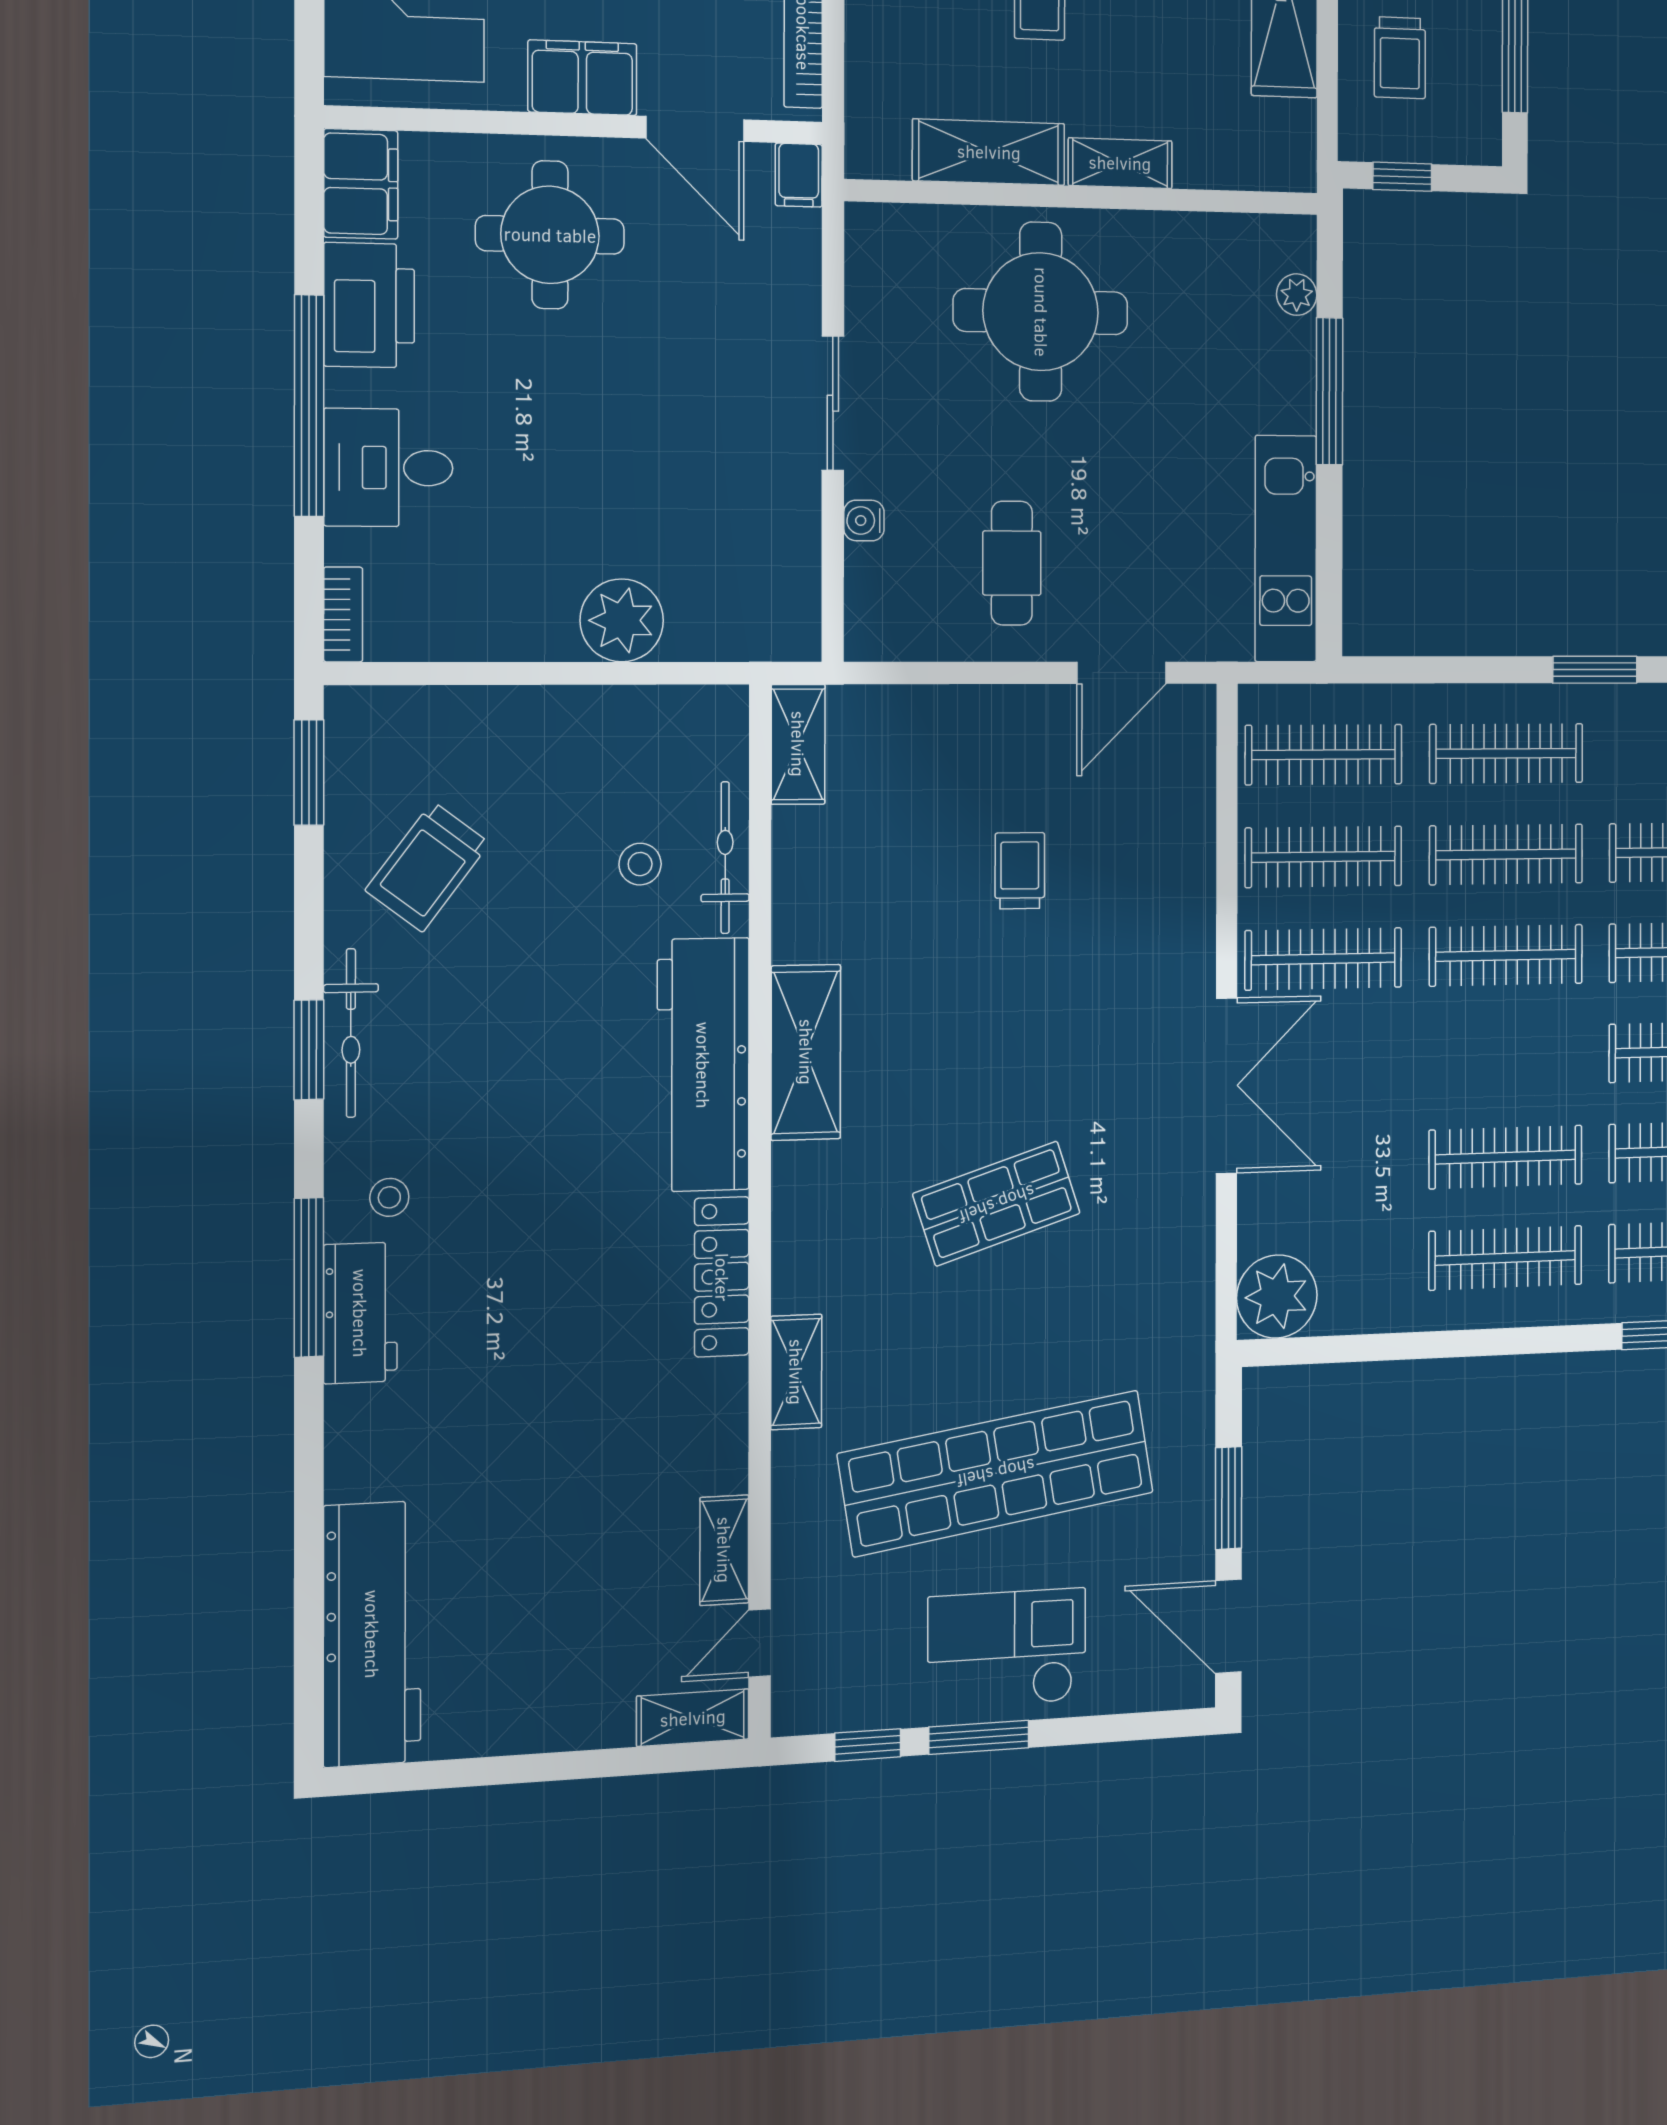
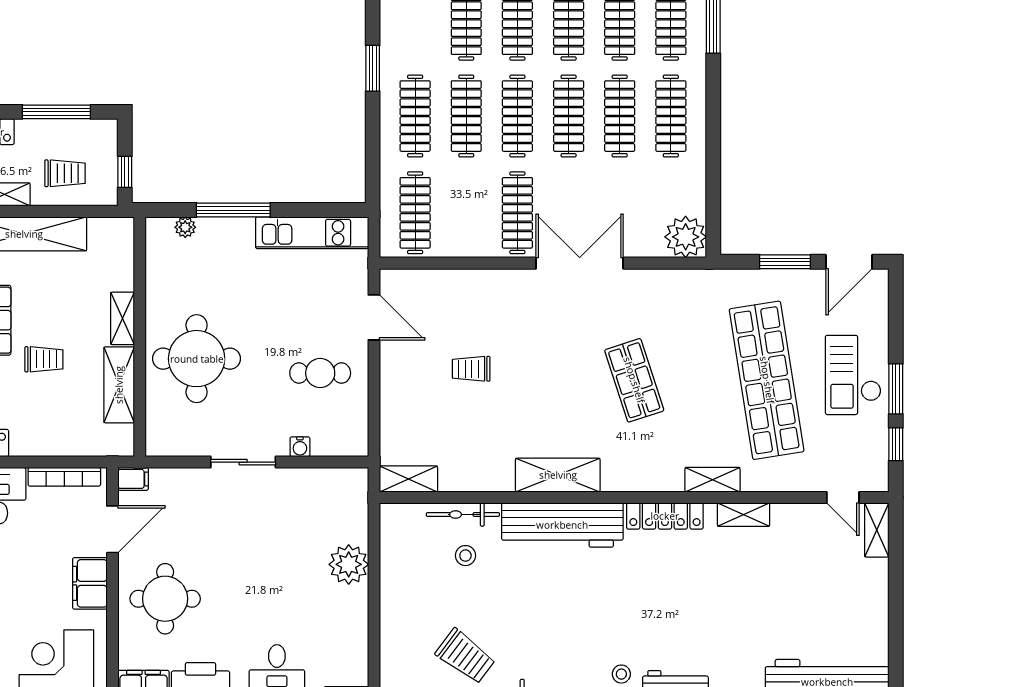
clothes rail: (1324, 857) -> (569, 116), moved
shelving: (724, 1550) -> (743, 515), moved

